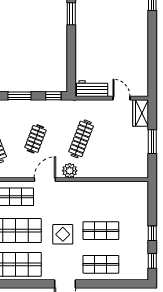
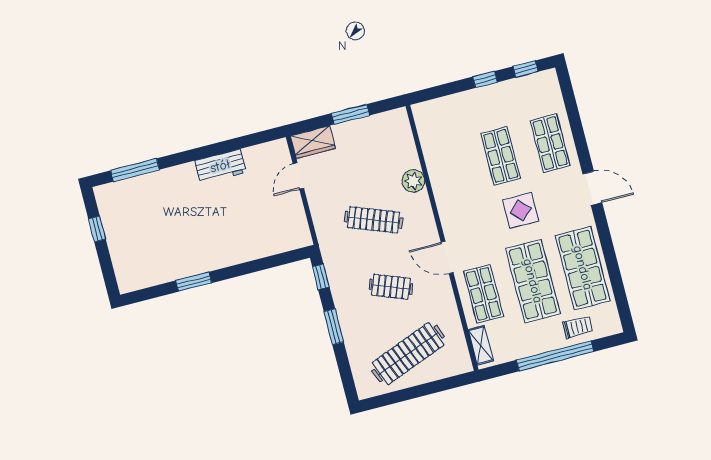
workbench: (92, 89) -> (220, 166), moved, turned -90
plant: (70, 171) -> (413, 181), moved

